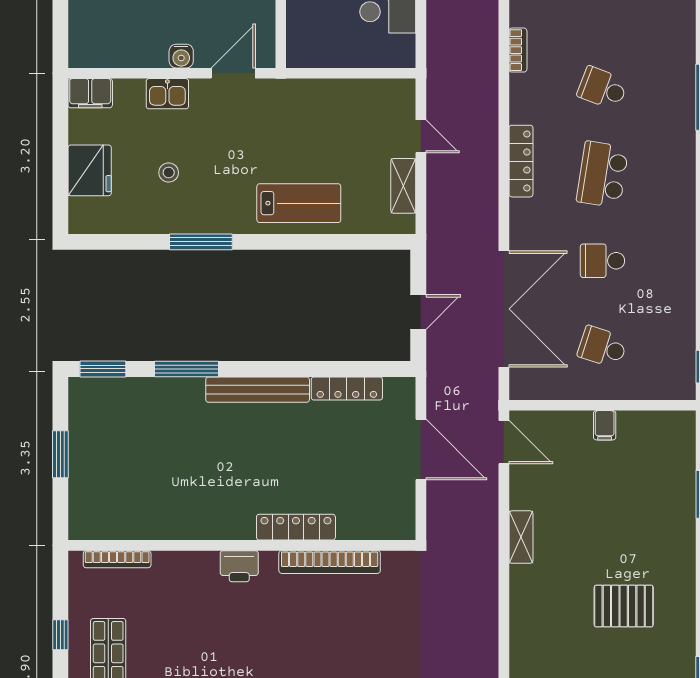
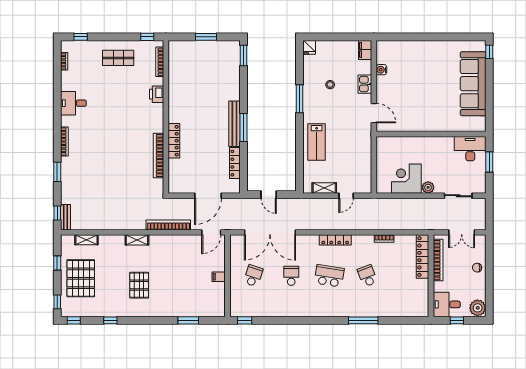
water cooler: (181, 56) -> (381, 70), moved
school desk: (602, 88) -> (367, 276), turned -42
fridge: (90, 170) -> (309, 47), moved, width x0.53, depth x0.75
window: (187, 369) -> (244, 127), moved
shelving: (521, 537) -> (137, 240), moved
bookcase: (487, 540) -> (168, 225), added
printer: (239, 566) -> (157, 94), moved
window: (60, 635) -> (147, 37), moved

